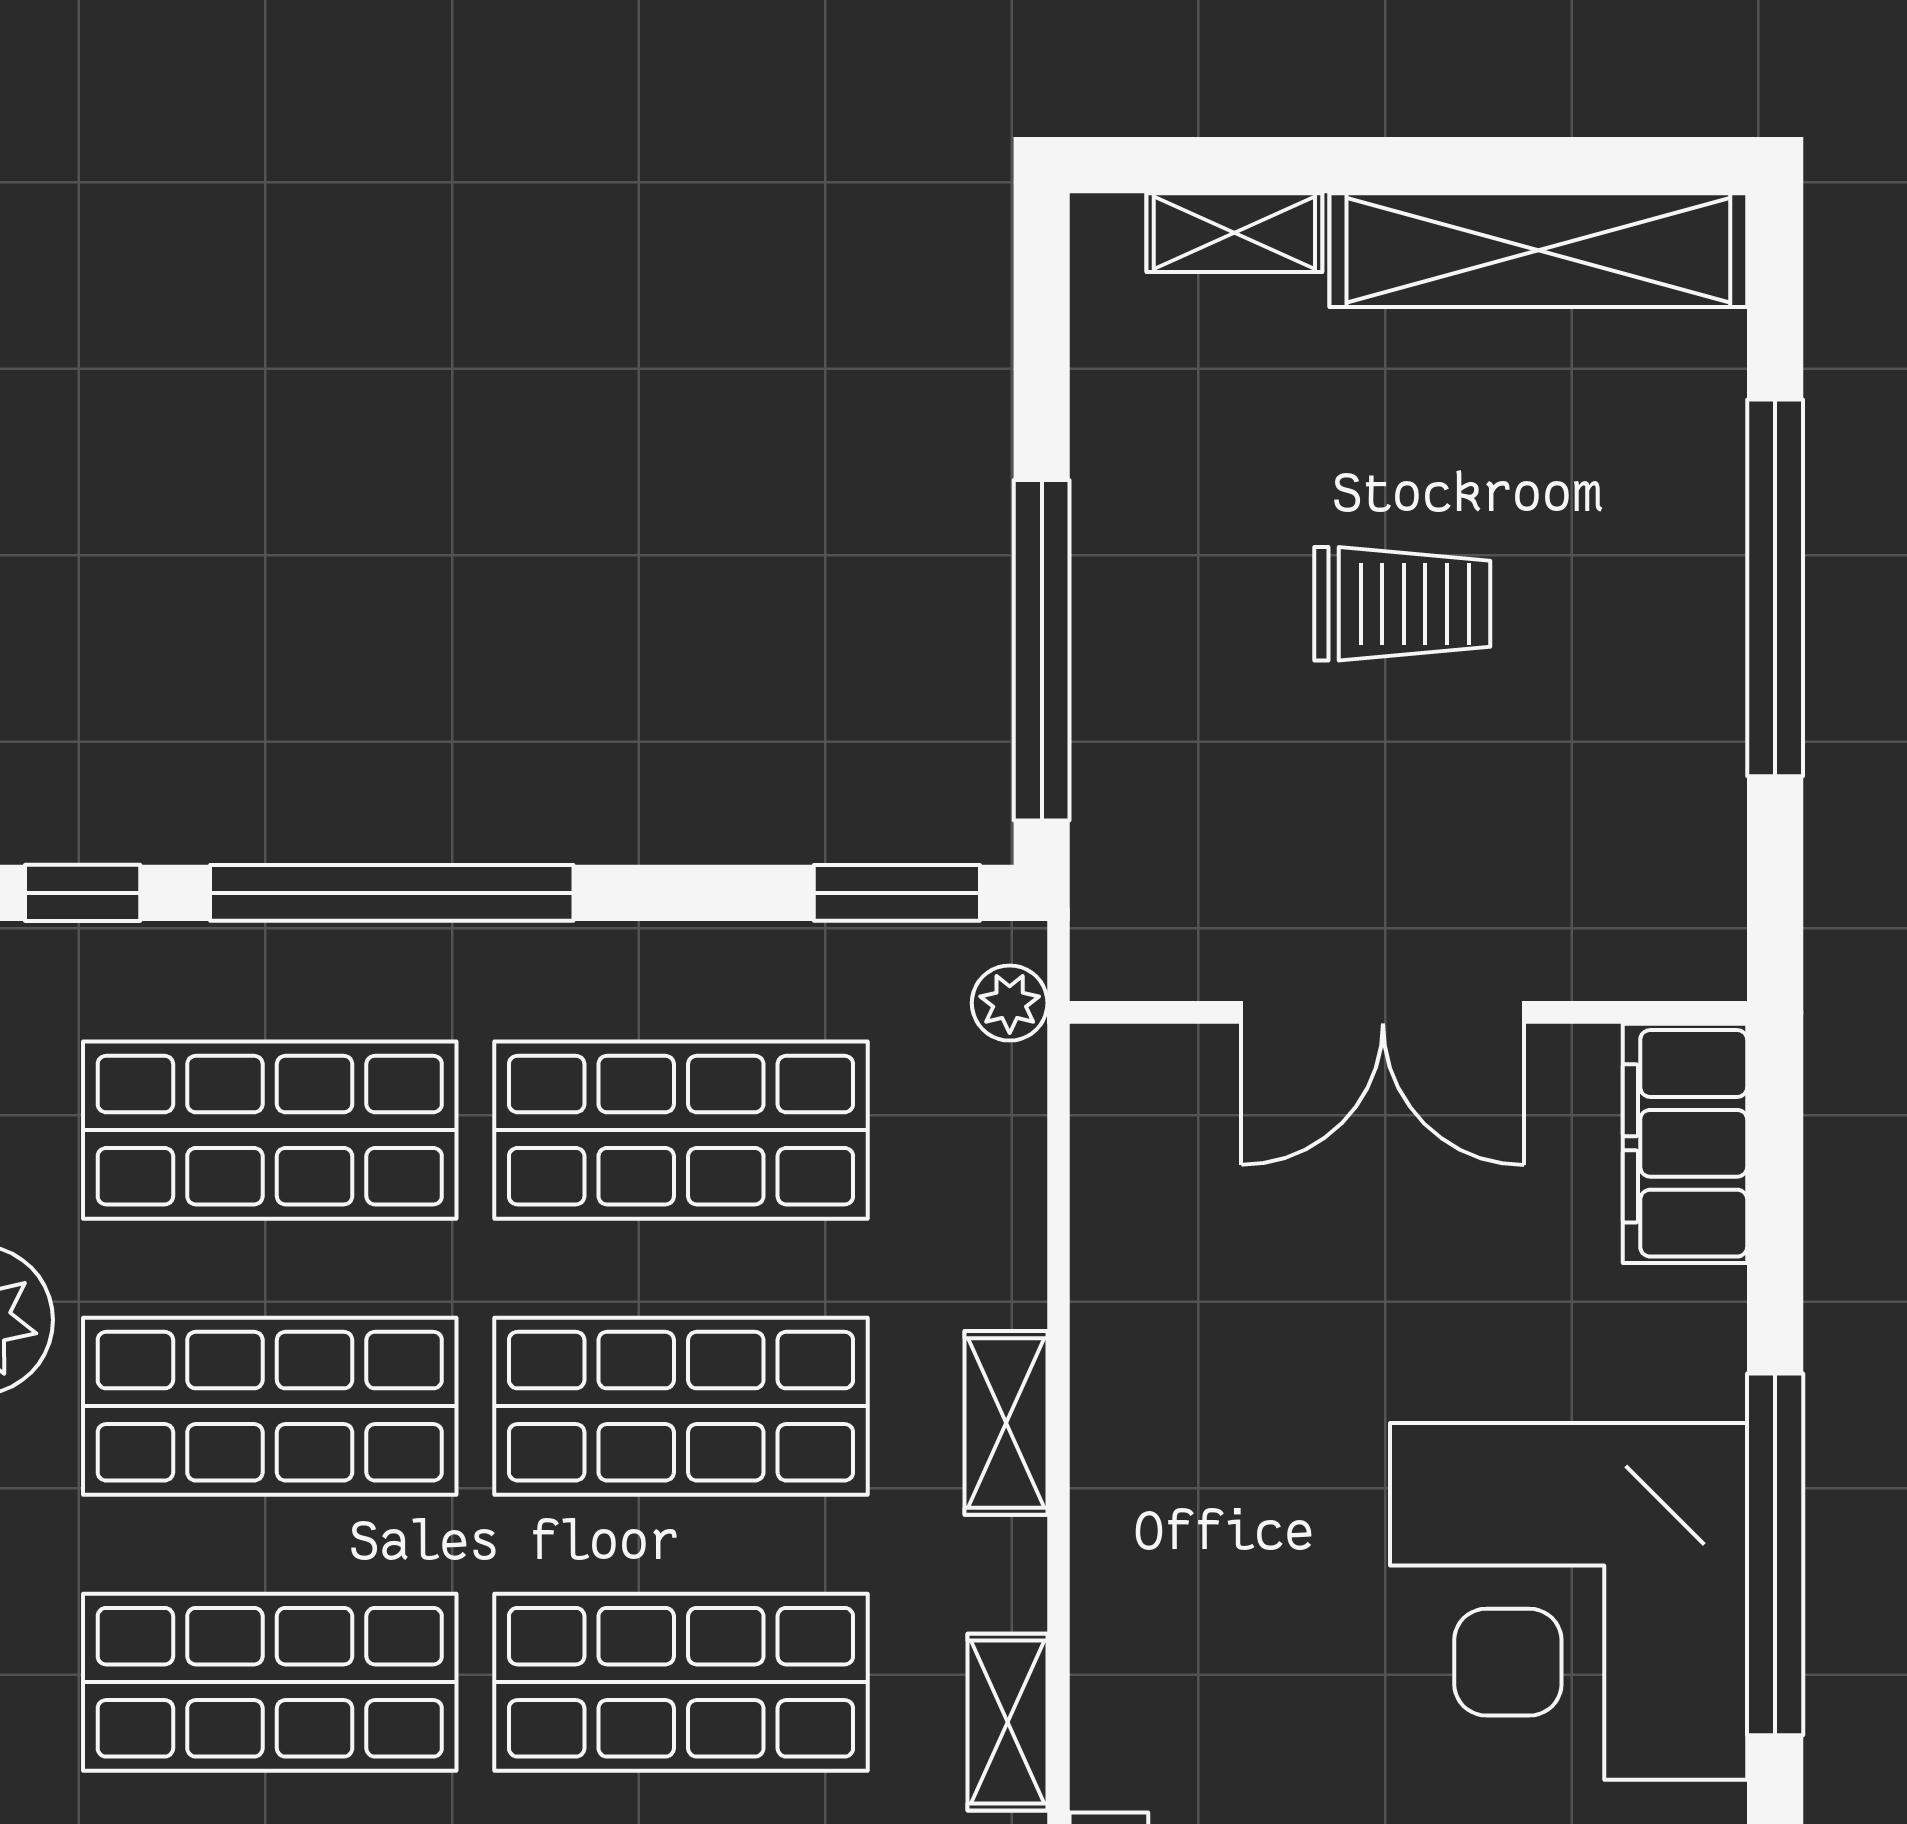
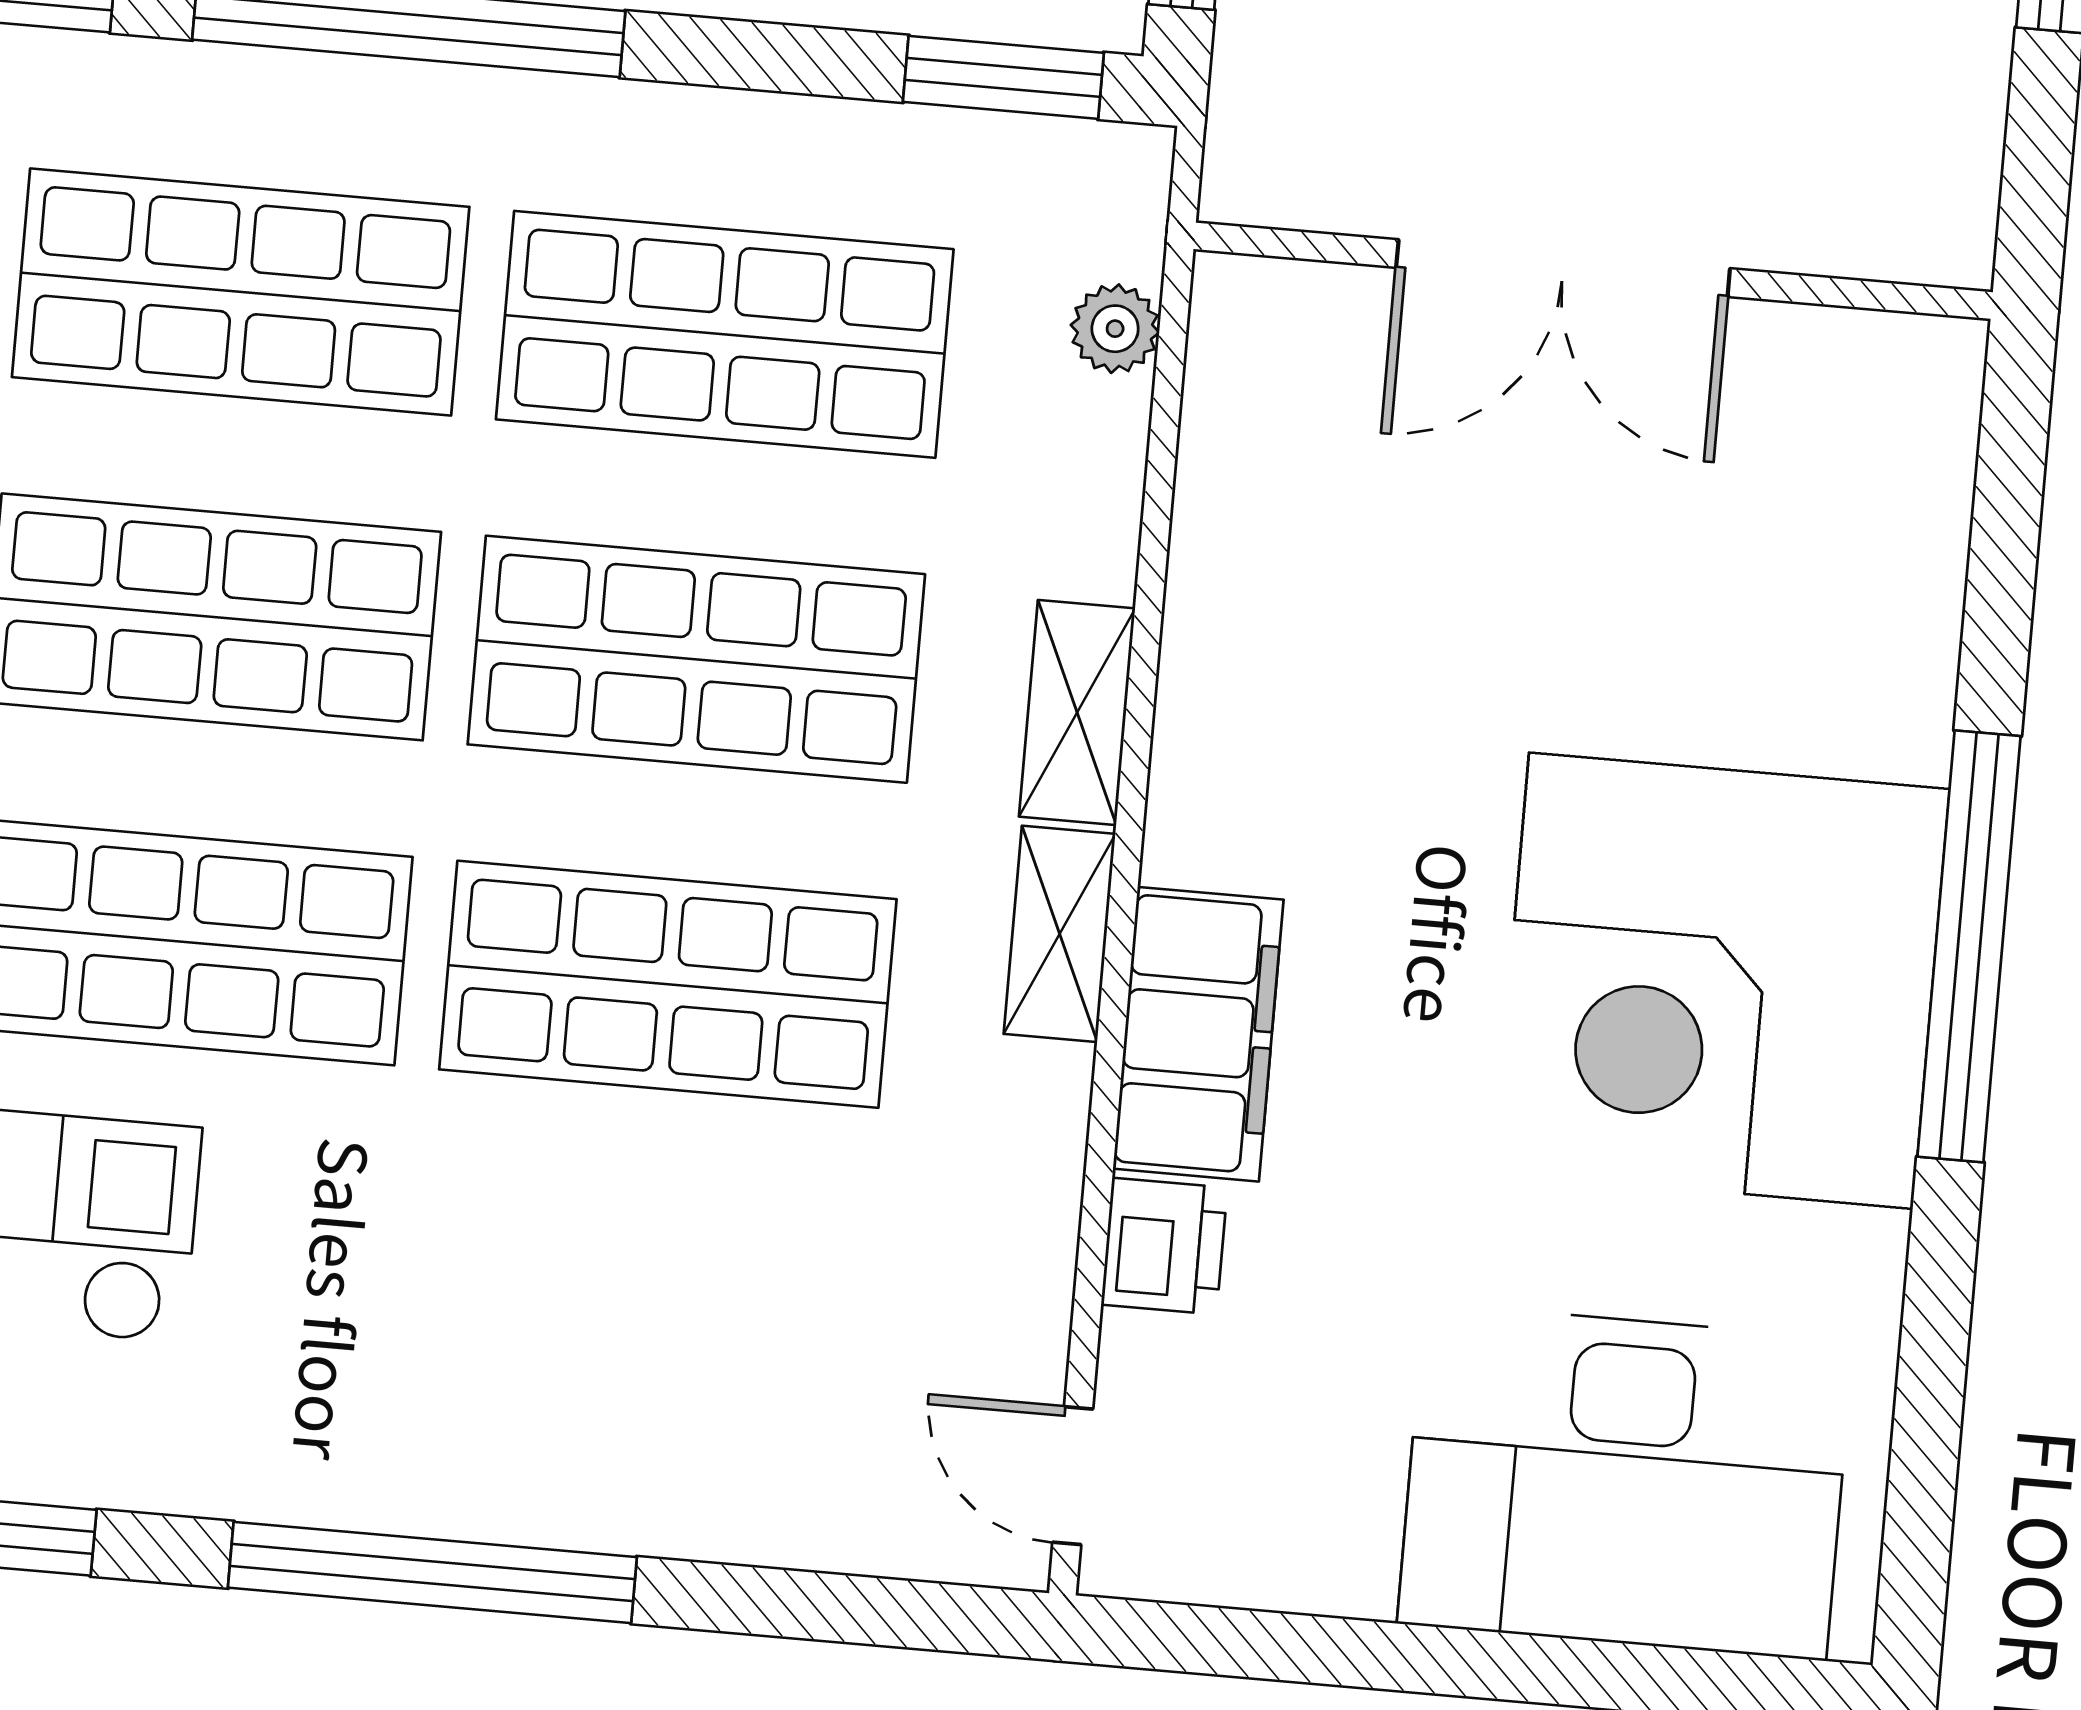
plant: (1010, 1003) -> (1115, 329), moved
filing cabinet: (1685, 1143) -> (1198, 1034), moved, turned 180
shelving: (1007, 1722) -> (1060, 934), moved

